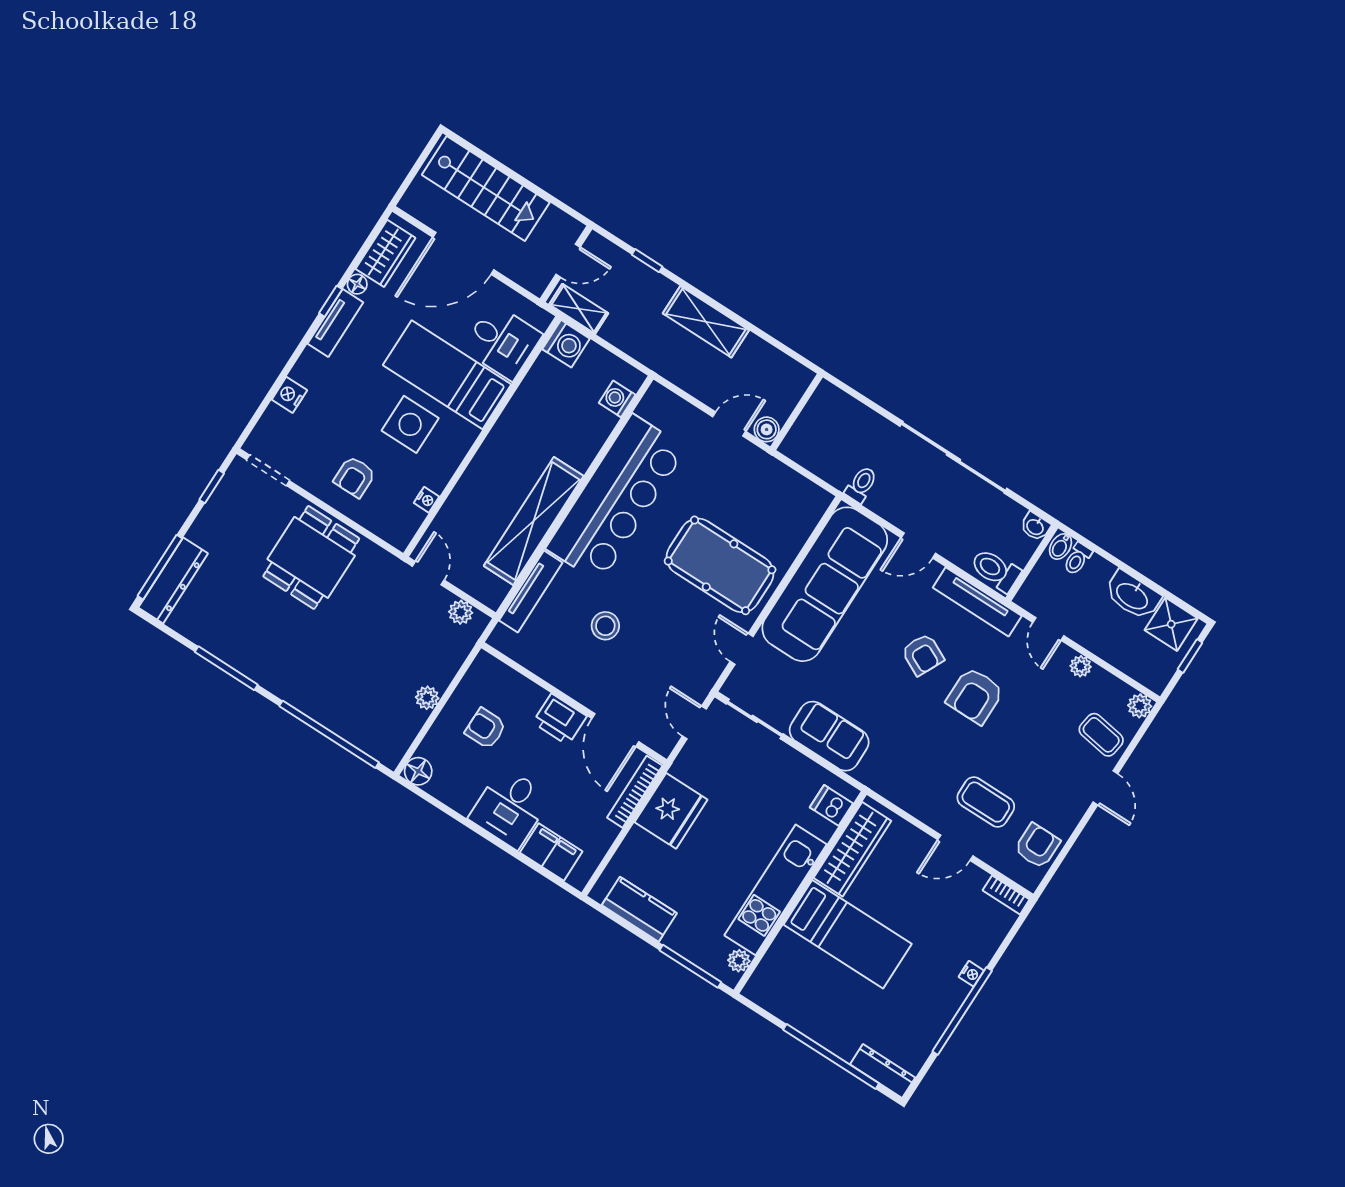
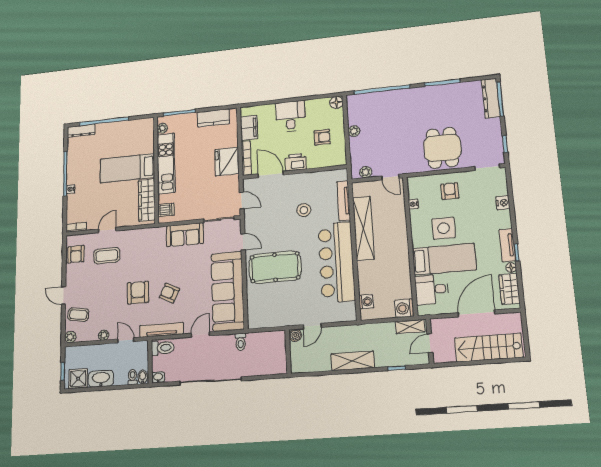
filing cabinet: (551, 852) -> (249, 128), moved, turned -90

